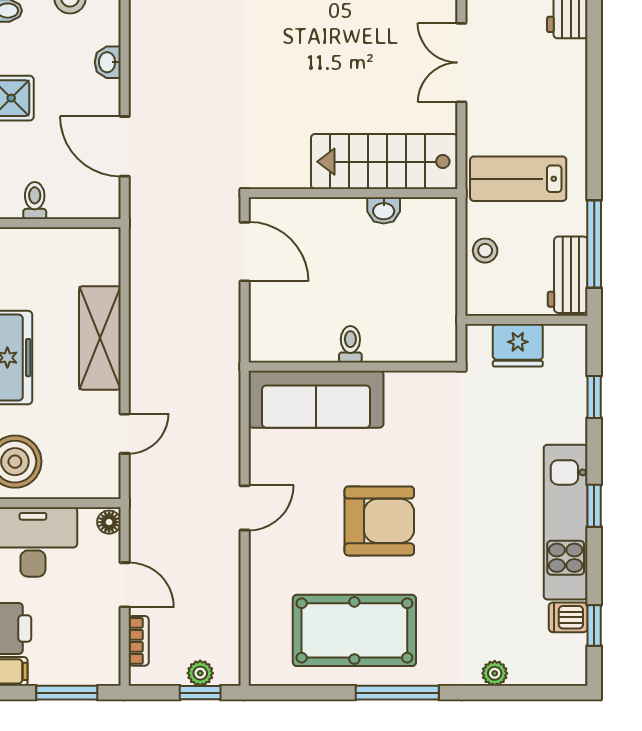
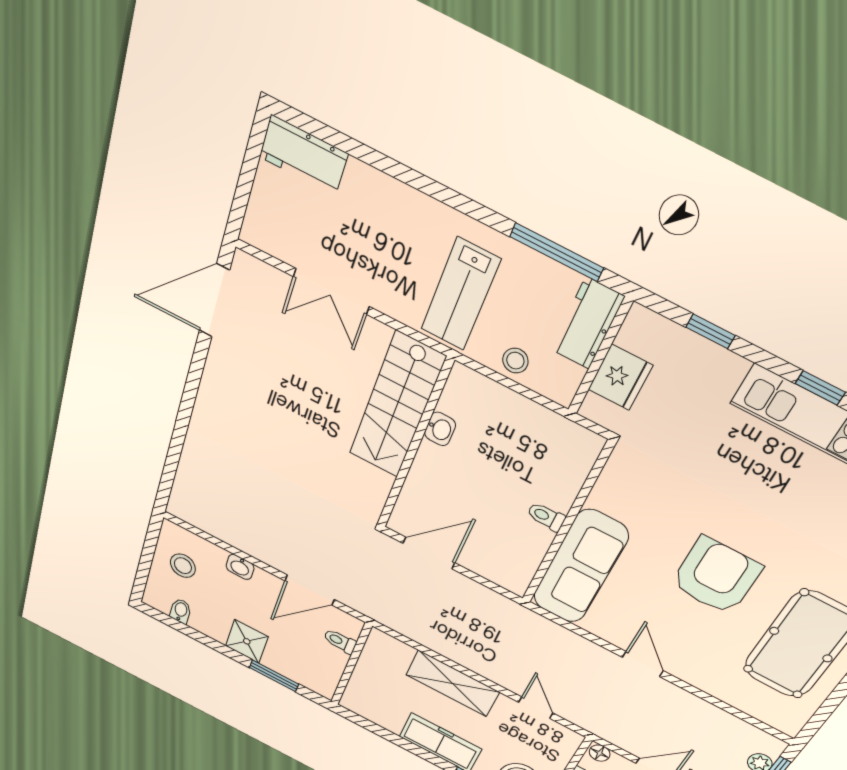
toilet: (35, 201) -> (340, 641), moved
workbench: (568, 275) -> (587, 323), moved, turned 90

